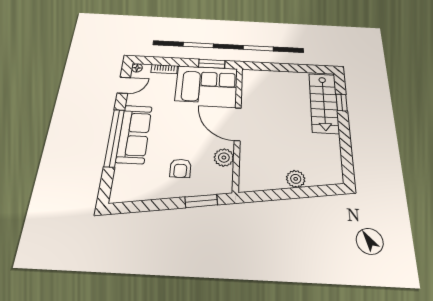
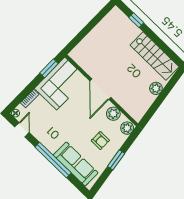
stairs: (324, 103) -> (155, 56), moved
door: (238, 124) -> (100, 89), hinge flipped
sofa: (134, 134) -> (76, 164), moved
plant: (221, 185) -> (127, 128), added
window: (201, 201) -> (116, 160), moved

